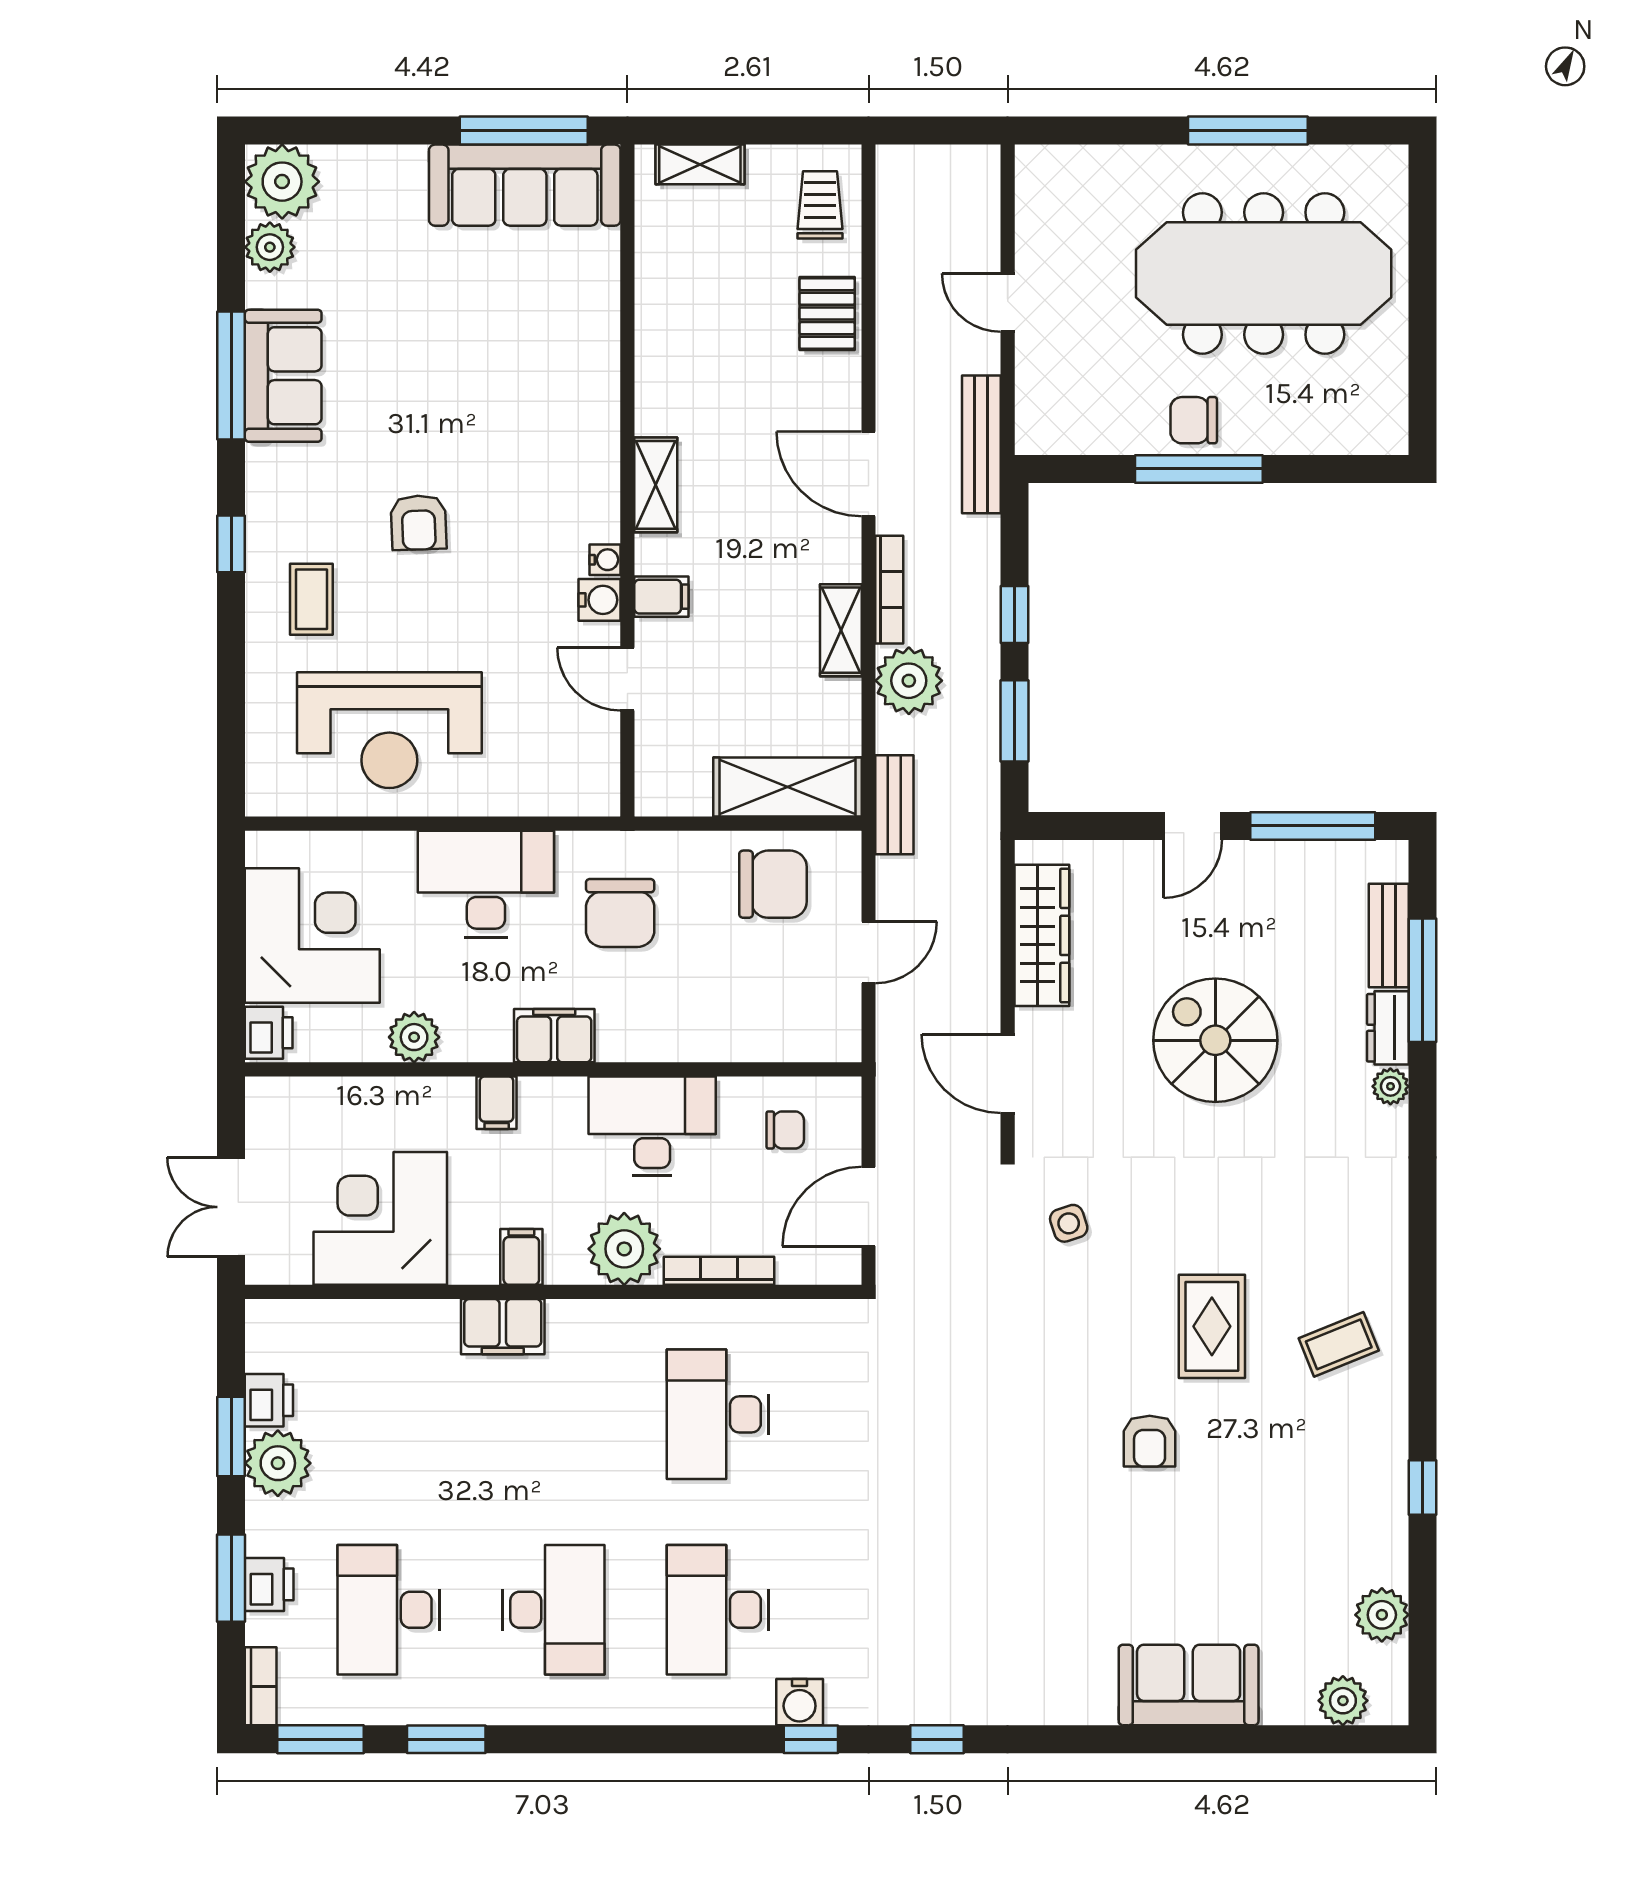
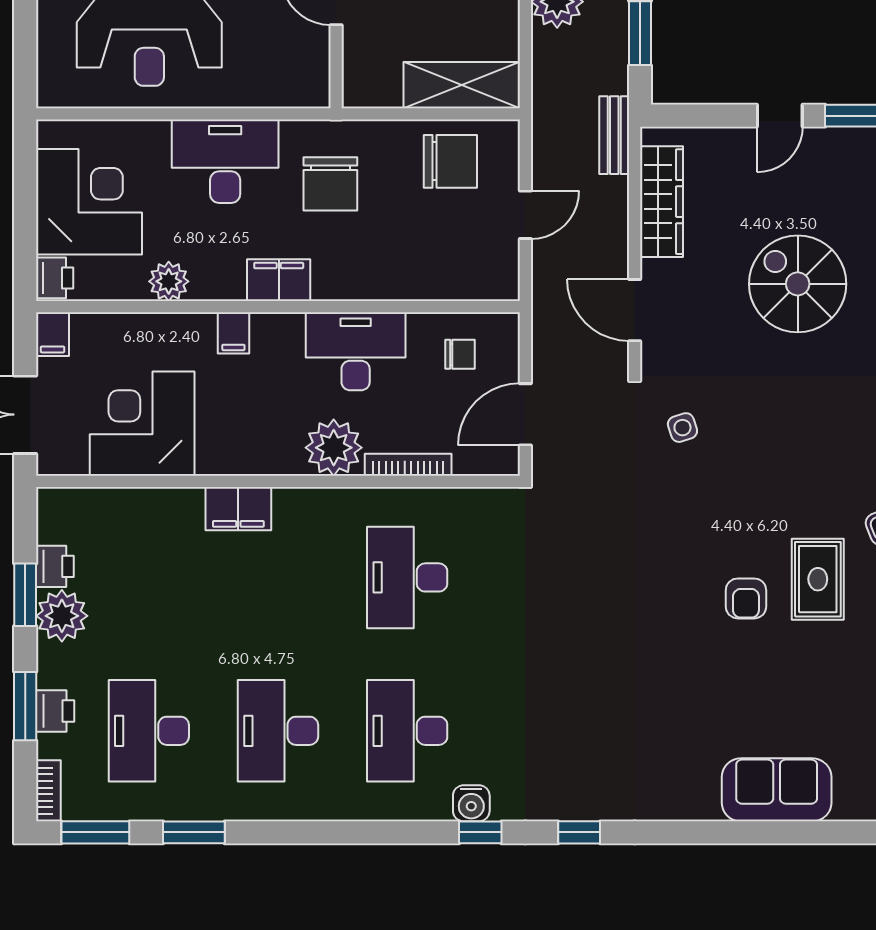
bench: (894, 805) -> (614, 135), moved
filing cabinet: (521, 1257) -> (52, 334), moved, turned 180
rug: (1212, 1326) -> (818, 579), moved
desk: (553, 1610) -> (278, 731), turned 180

